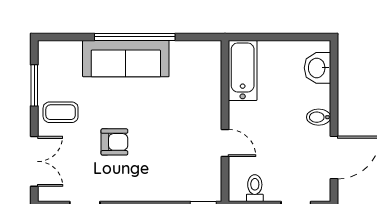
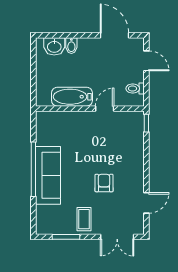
bathtub: (243, 70) -> (72, 97), moved
bidet: (319, 117) -> (71, 46), moved
double door: (34, 161) -> (117, 237), swing flipped

